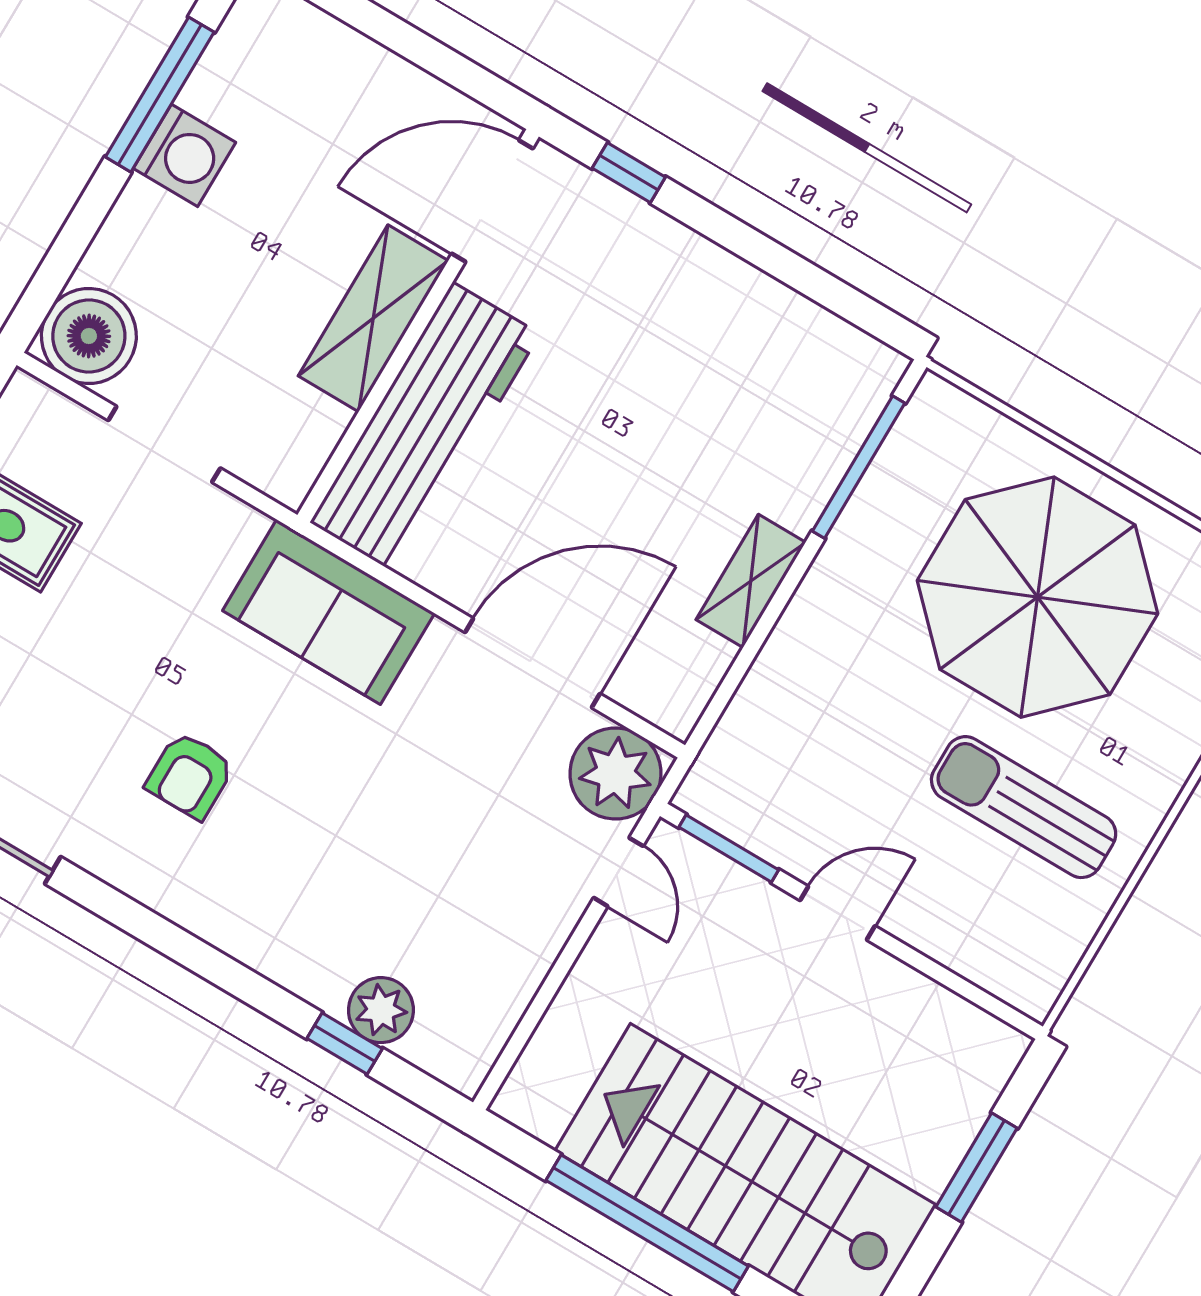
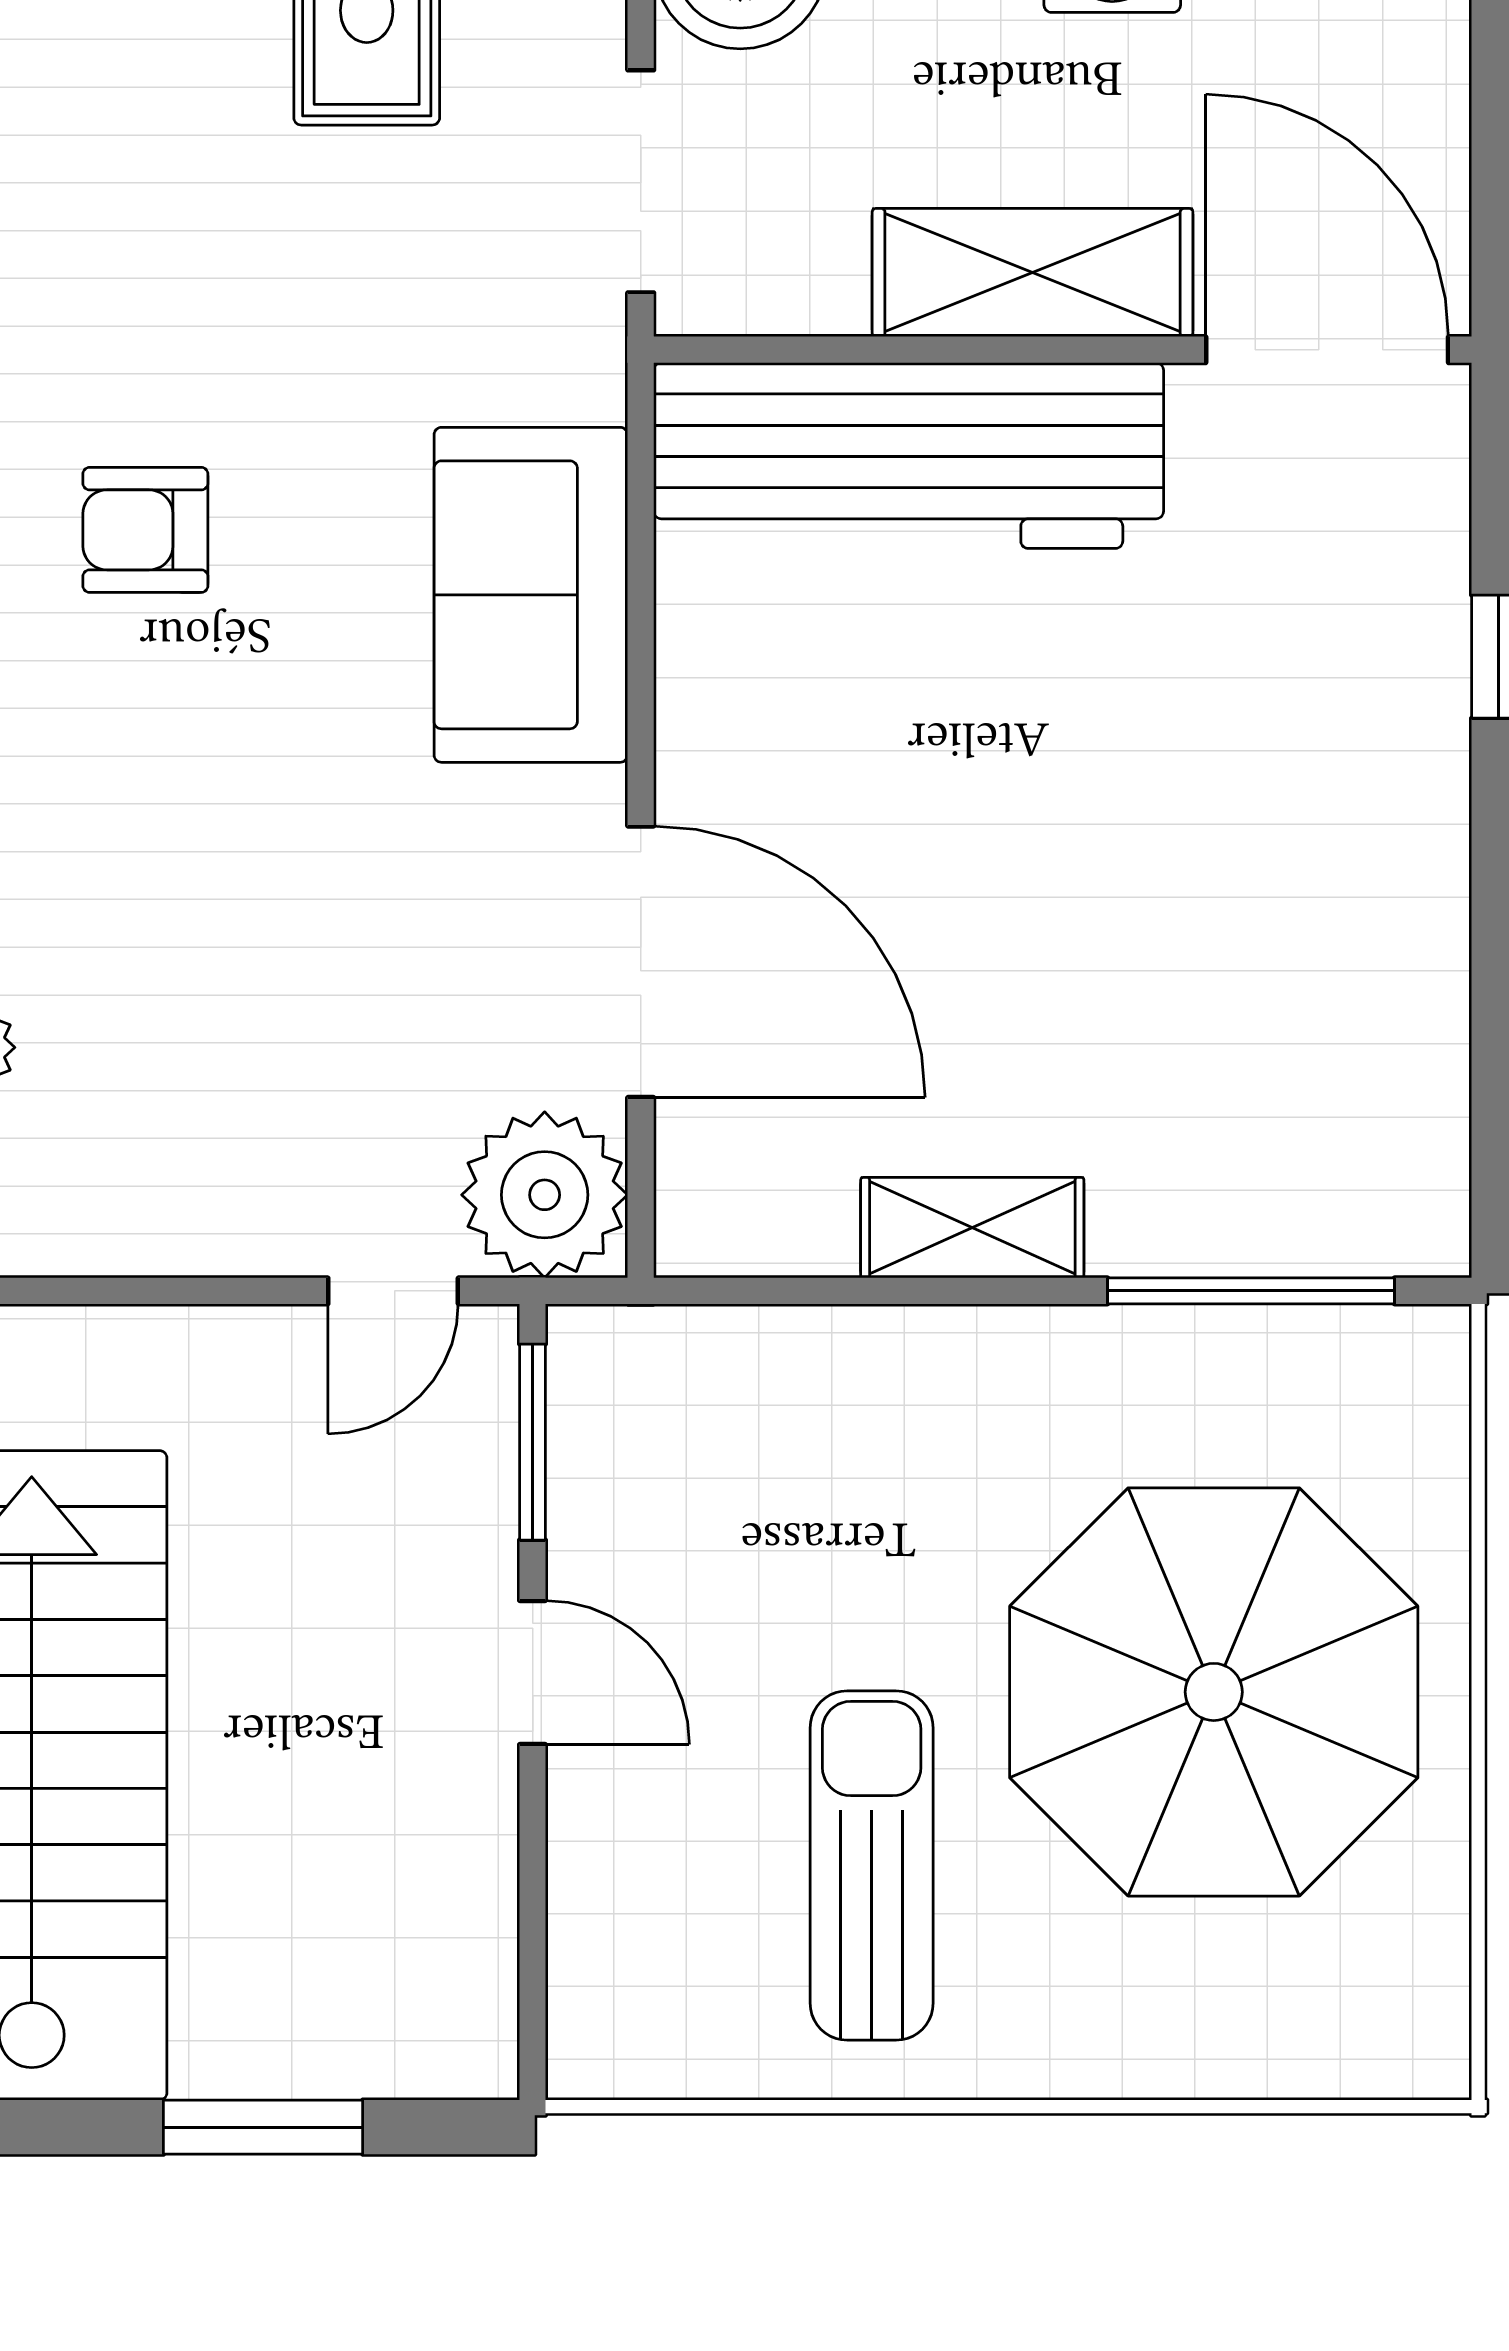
door: (492, 201) -> (1327, 350), moved
shelving: (373, 318) -> (1033, 273), moved
wall: (418, 326) -> (1063, 350), moved
workbench: (425, 428) -> (909, 456), moved

